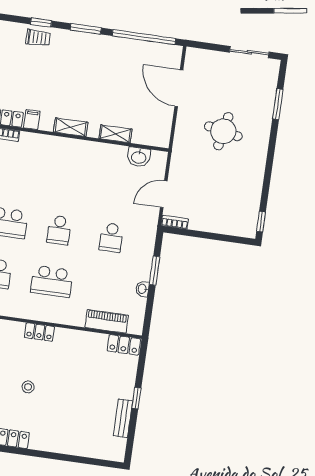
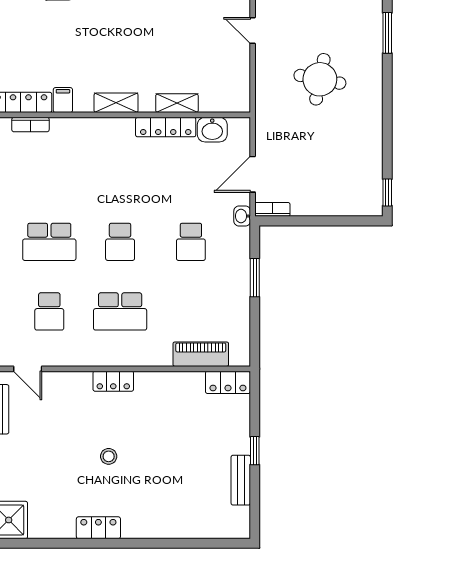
door: (179, 88) -> (253, 30), width x0.53
locker: (105, 150) -> (166, 127), added
washbasin: (142, 289) -> (242, 216), moved

